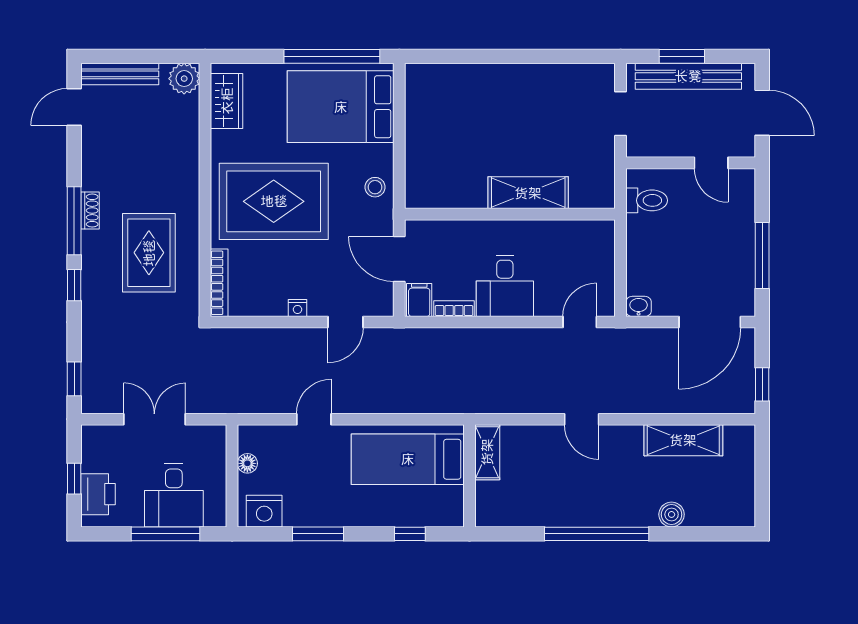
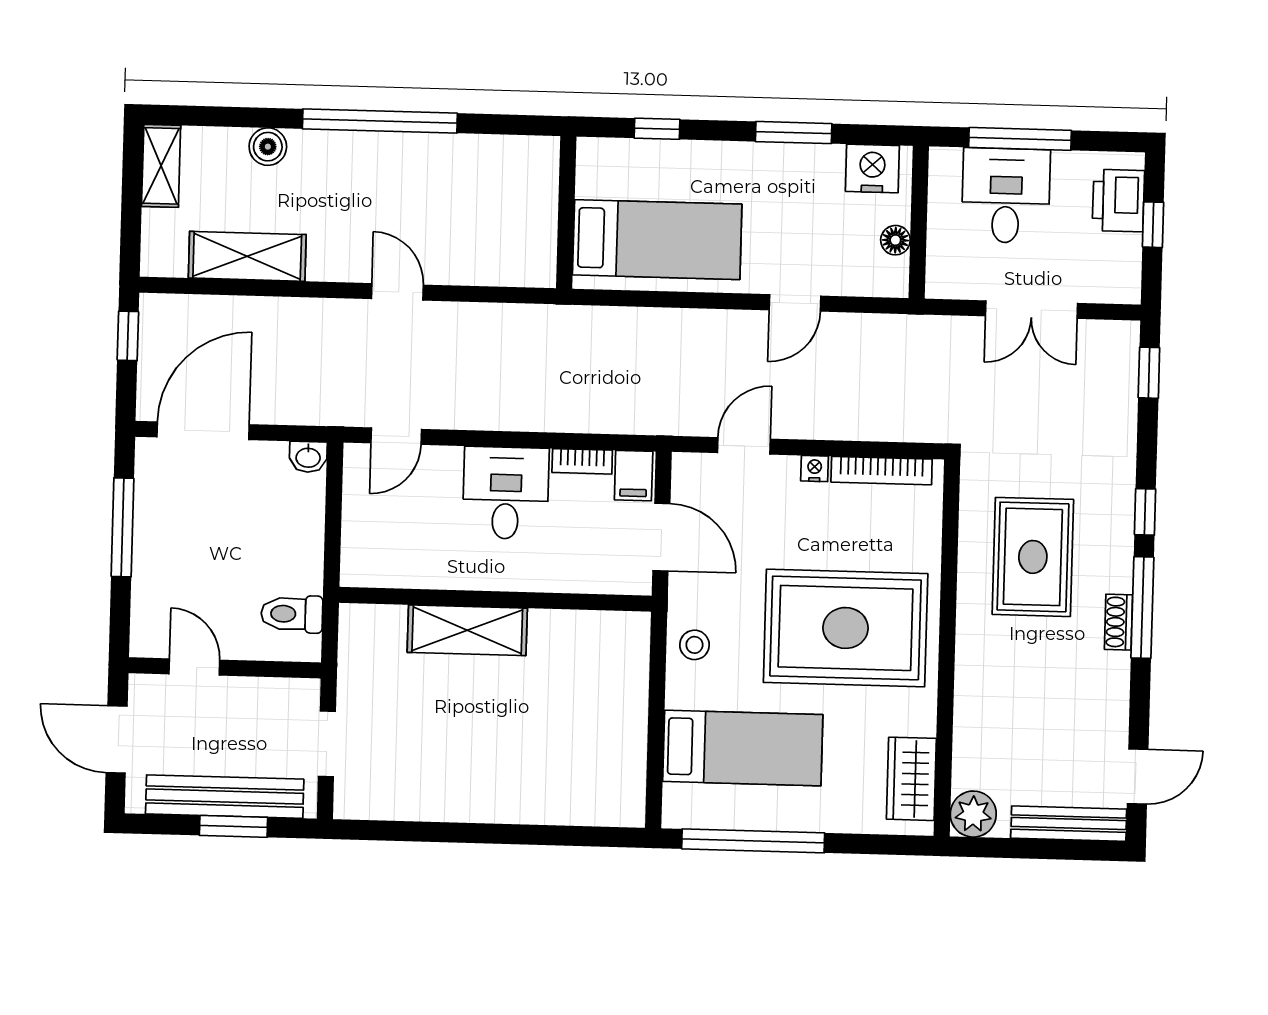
bed: (341, 107) -> (743, 748), width x0.67
bookcase: (219, 283) -> (882, 471), moved, turned -90
shelving: (487, 452) -> (161, 166), moved

